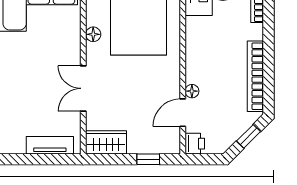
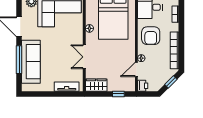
armchair: (210, 48) -> (151, 36), added

